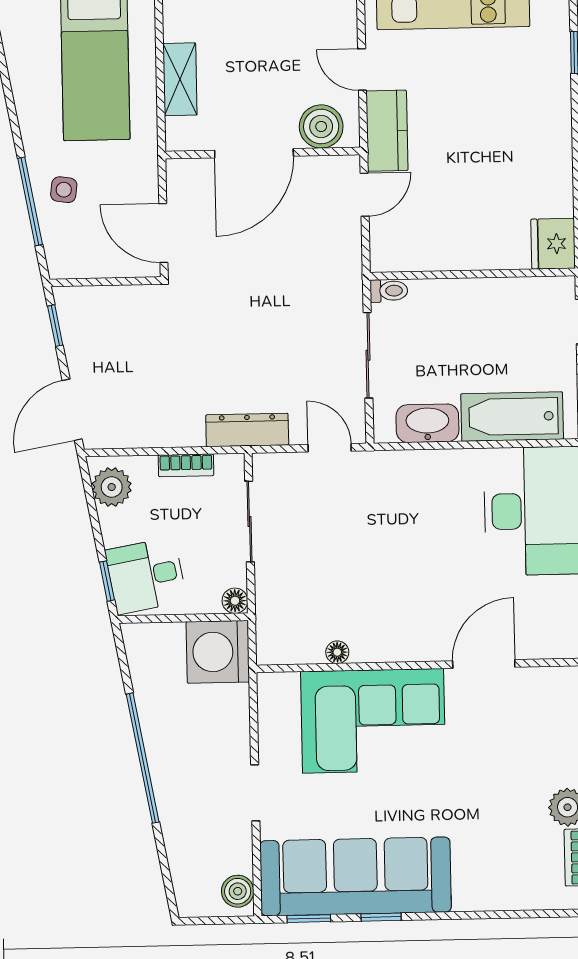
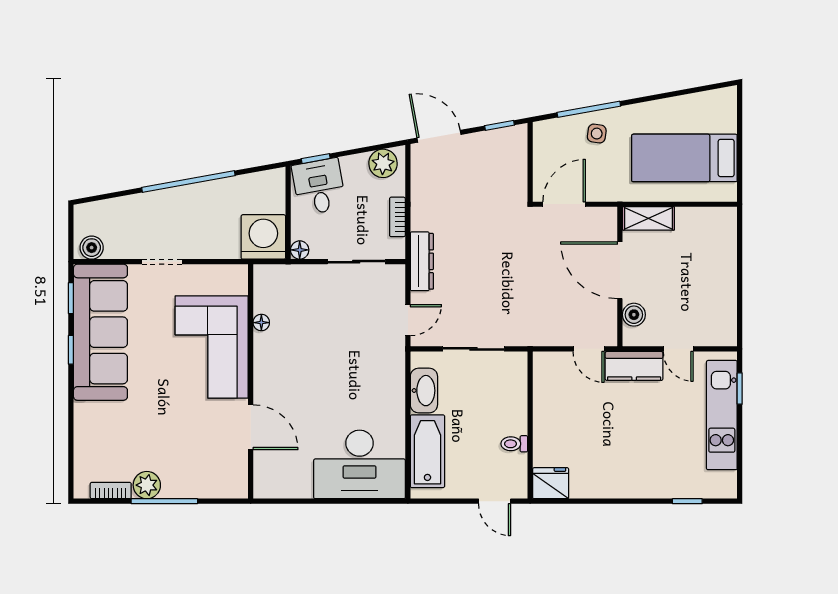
door: (362, 70) -> (678, 349), swing flipped
shelving: (180, 79) -> (648, 218), moved
boiler: (321, 126) -> (634, 315), width x0.73, depth x0.73
toilet: (389, 291) -> (514, 444), moved, turned 90

